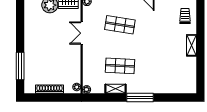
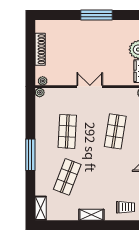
double door: (82, 33) -> (90, 87), moved
window: (20, 66) -> (96, 15), moved
shop shelf: (159, 66) -> (67, 177), added
shelving: (116, 89) -> (41, 208), moved

